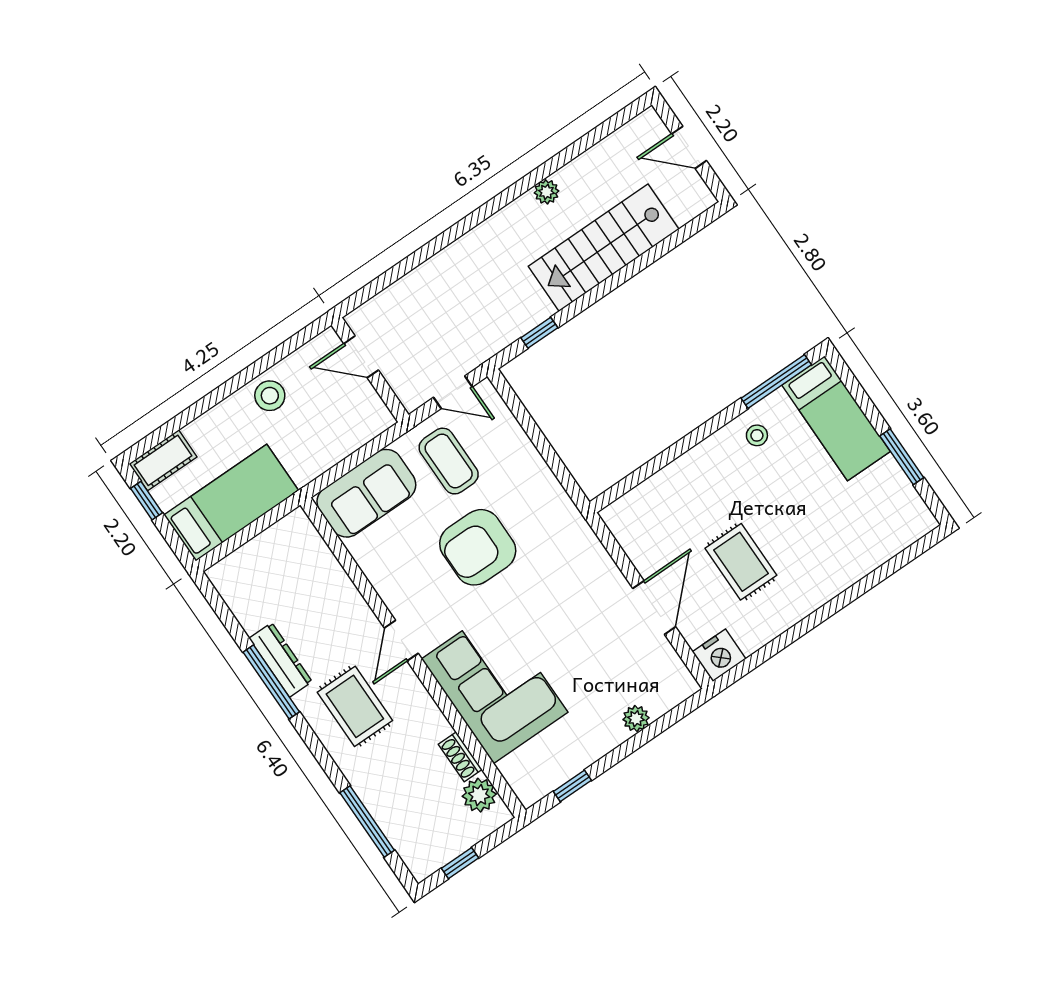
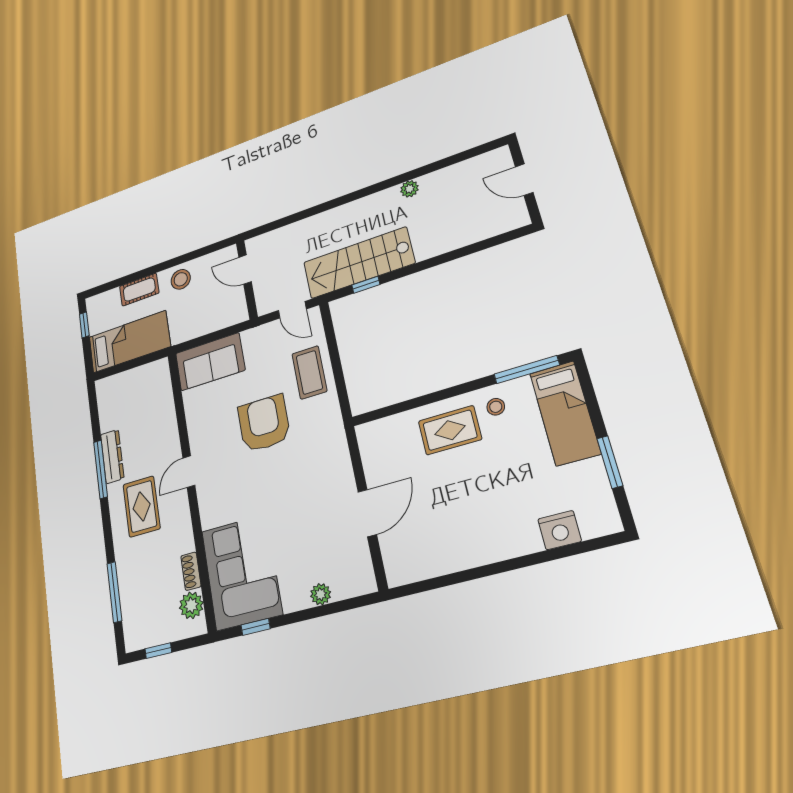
stairs: (604, 248) -> (359, 263), moved
cot: (163, 460) -> (139, 290), moved
coffee table: (449, 461) -> (309, 372), moved
armchair: (478, 547) -> (264, 423), turned 90
rug: (741, 562) -> (450, 430), moved, turned 90
nightstand: (719, 655) -> (560, 530), moved
corner sofa: (495, 685) -> (241, 572), moved

